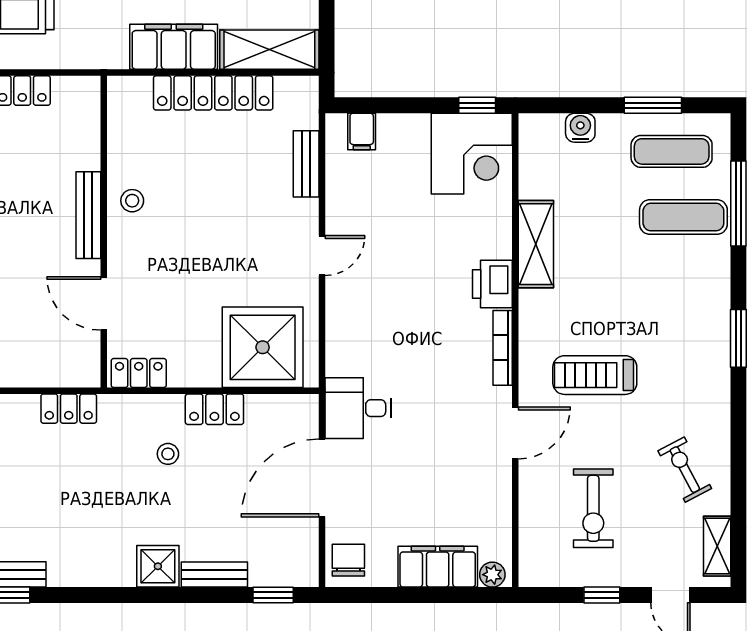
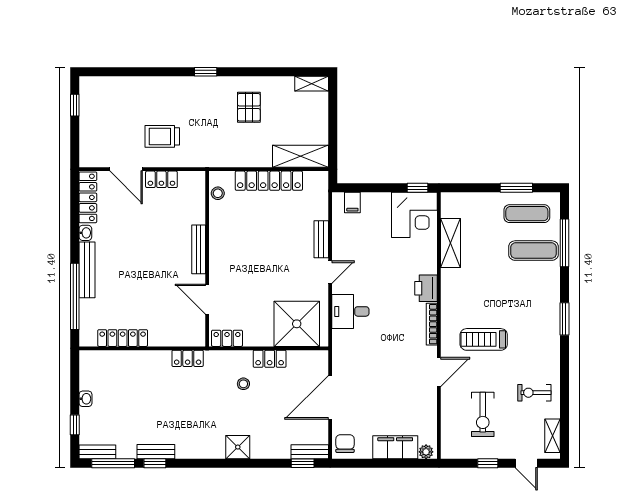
filing cabinet: (174, 47) -> (247, 155), removed
water cooler: (580, 128) -> (476, 200), removed
bench: (306, 164) -> (321, 239), moved
stool: (132, 201) -> (218, 193), moved
shelving: (536, 244) -> (451, 243), moved
desk: (358, 408) -> (350, 311), moved
exercise bike: (685, 470) -> (534, 393), turned -62
bench: (214, 575) -> (310, 452), moved

